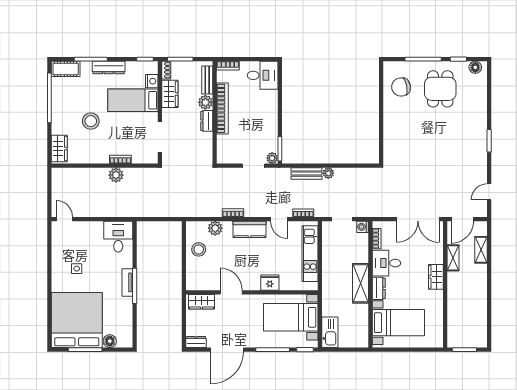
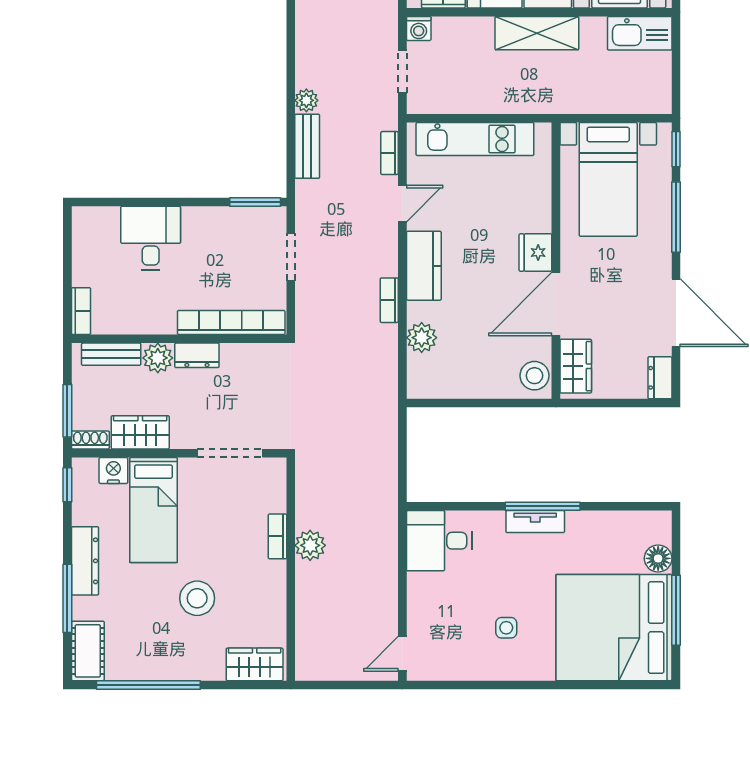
desk: (263, 75) -> (151, 238), moved
bookcase: (222, 108) -> (231, 322), moved
plant: (272, 158) -> (275, 218), removed
stool: (199, 249) -> (534, 376), moved
fridge: (270, 283) -> (535, 252), moved
door: (231, 292) -> (556, 304), width x1.36
kitchen sink: (330, 332) -> (640, 33), moved, turned 180

